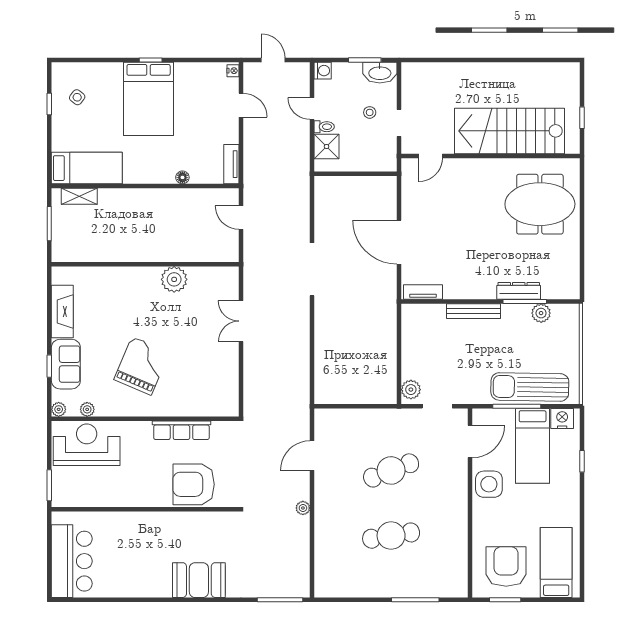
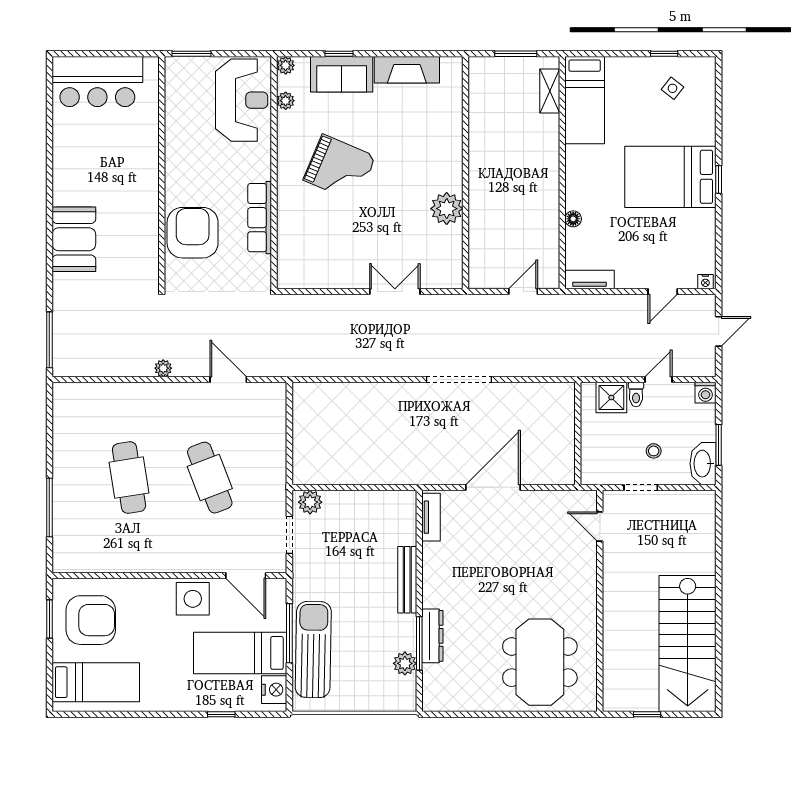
stairs: (510, 131) -> (688, 643), moved, turned 180

